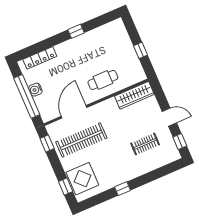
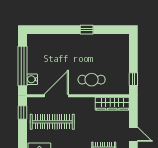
window: (141, 50) -> (133, 79), moved
locker: (40, 58) -> (47, 39), removed
water cooler: (35, 90) -> (32, 79), moved

